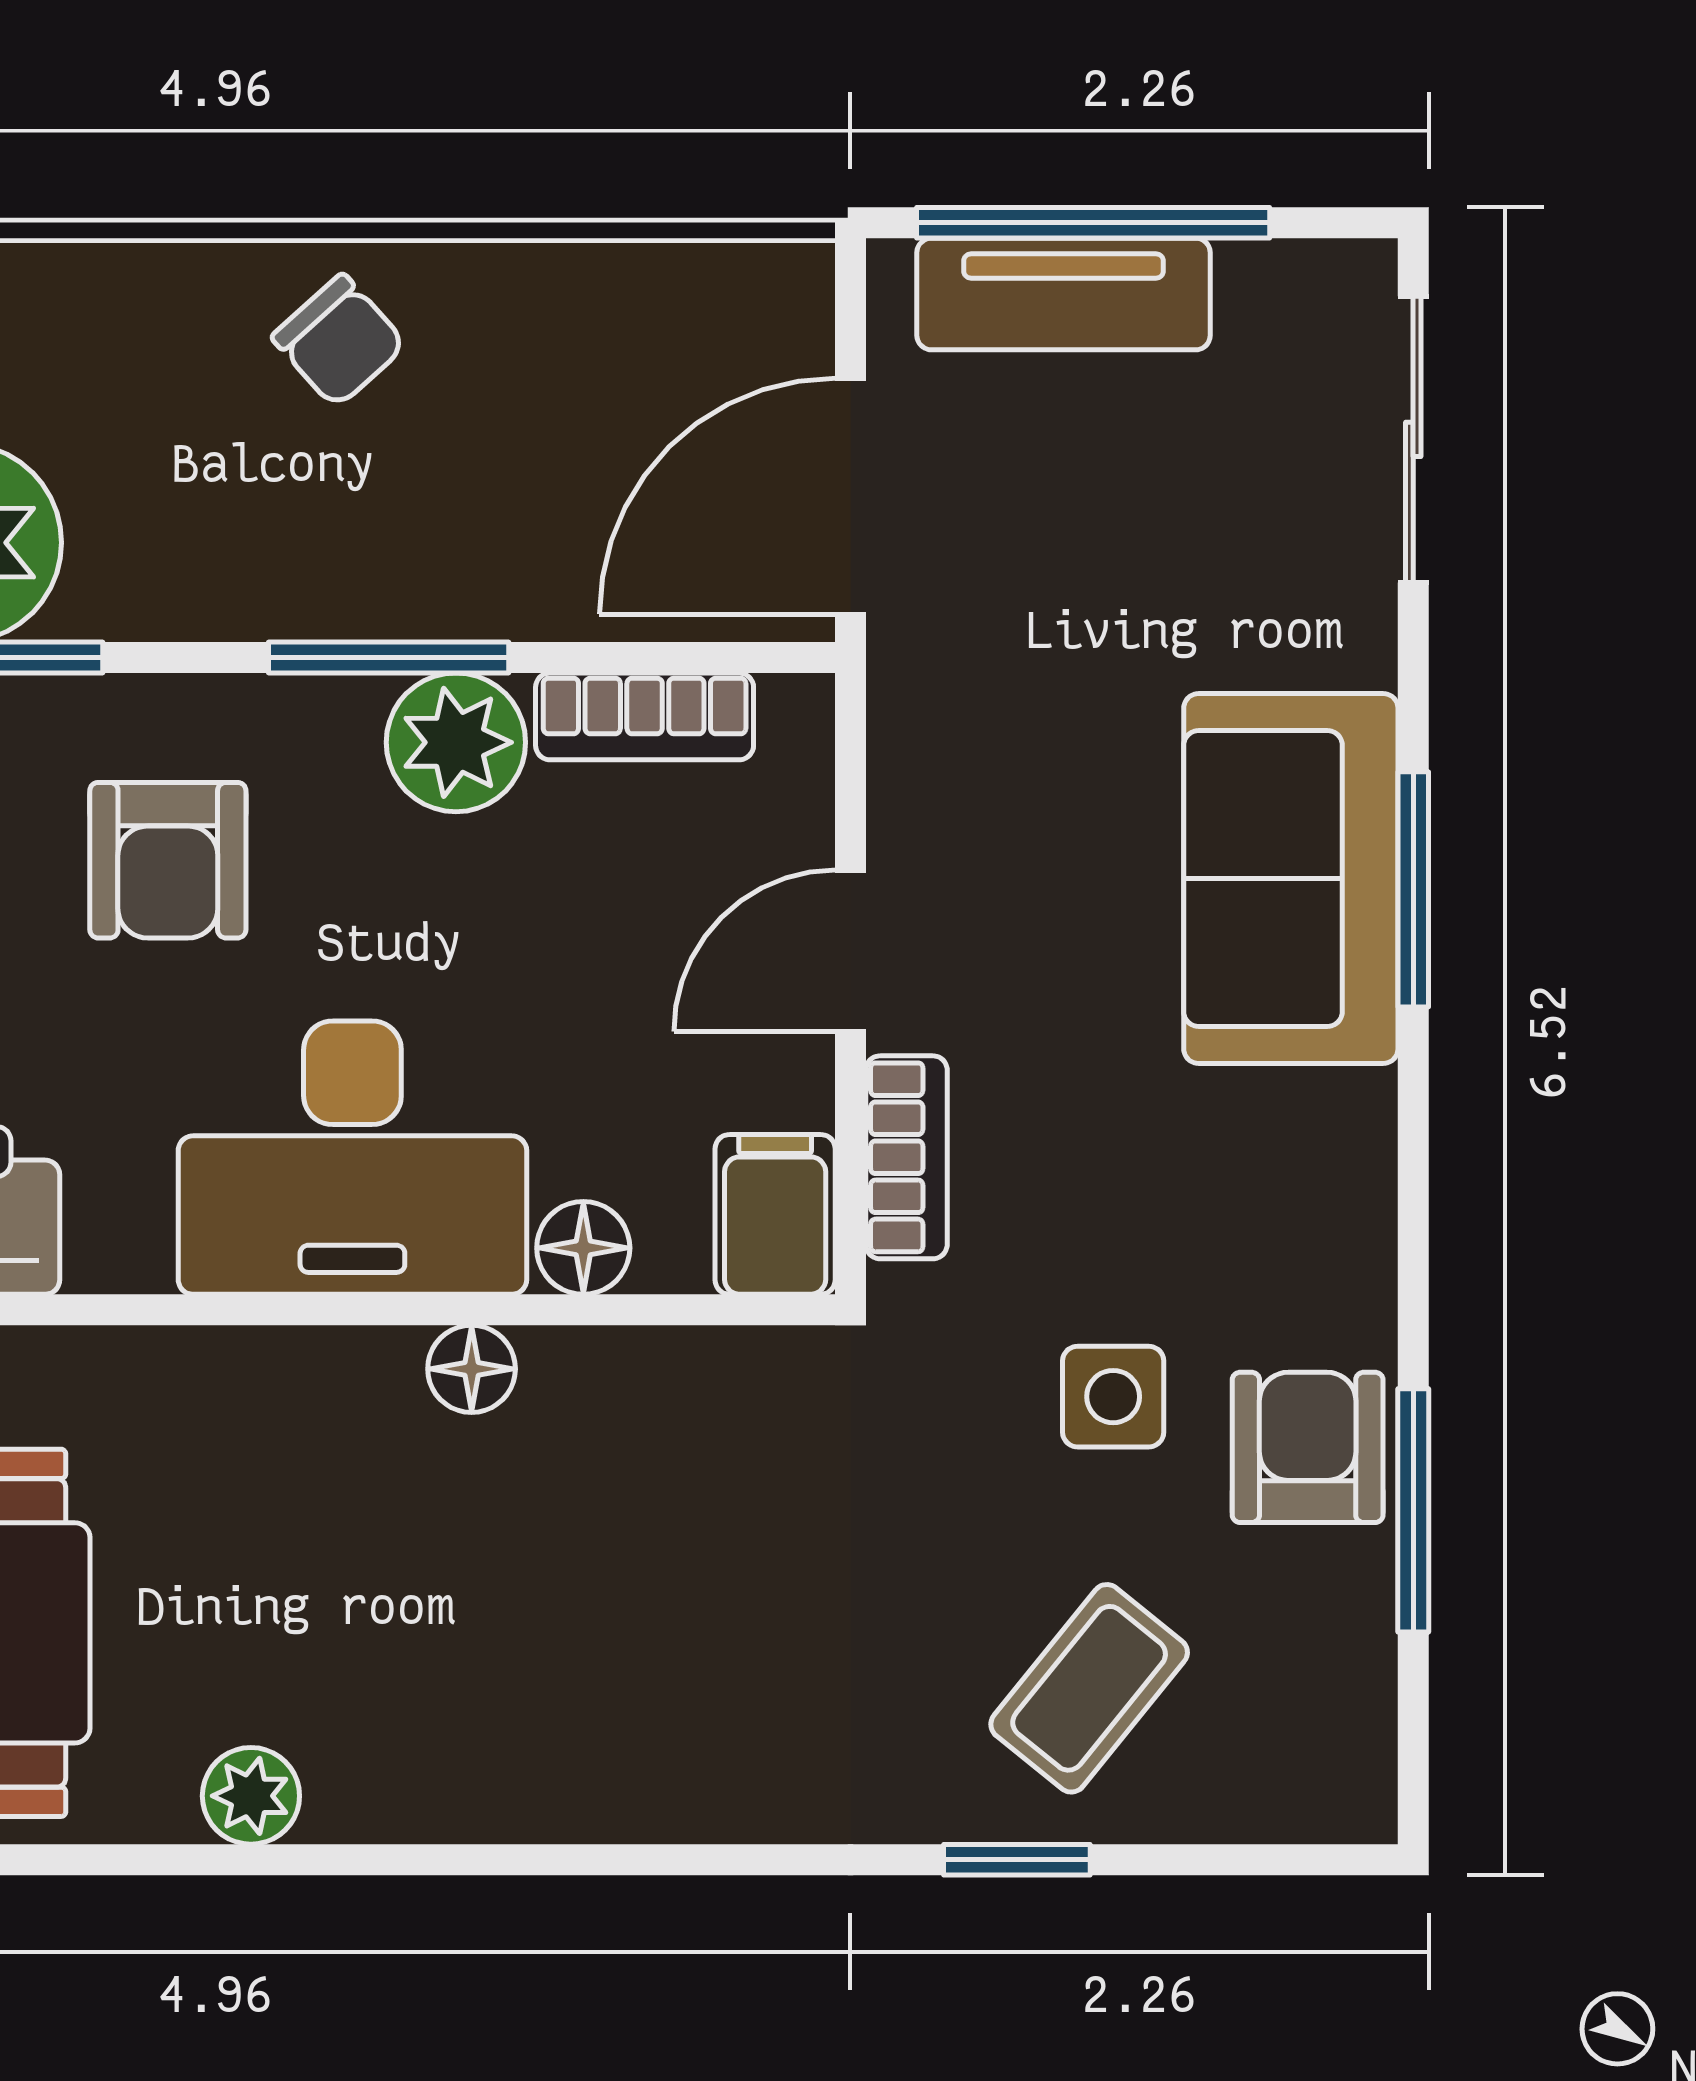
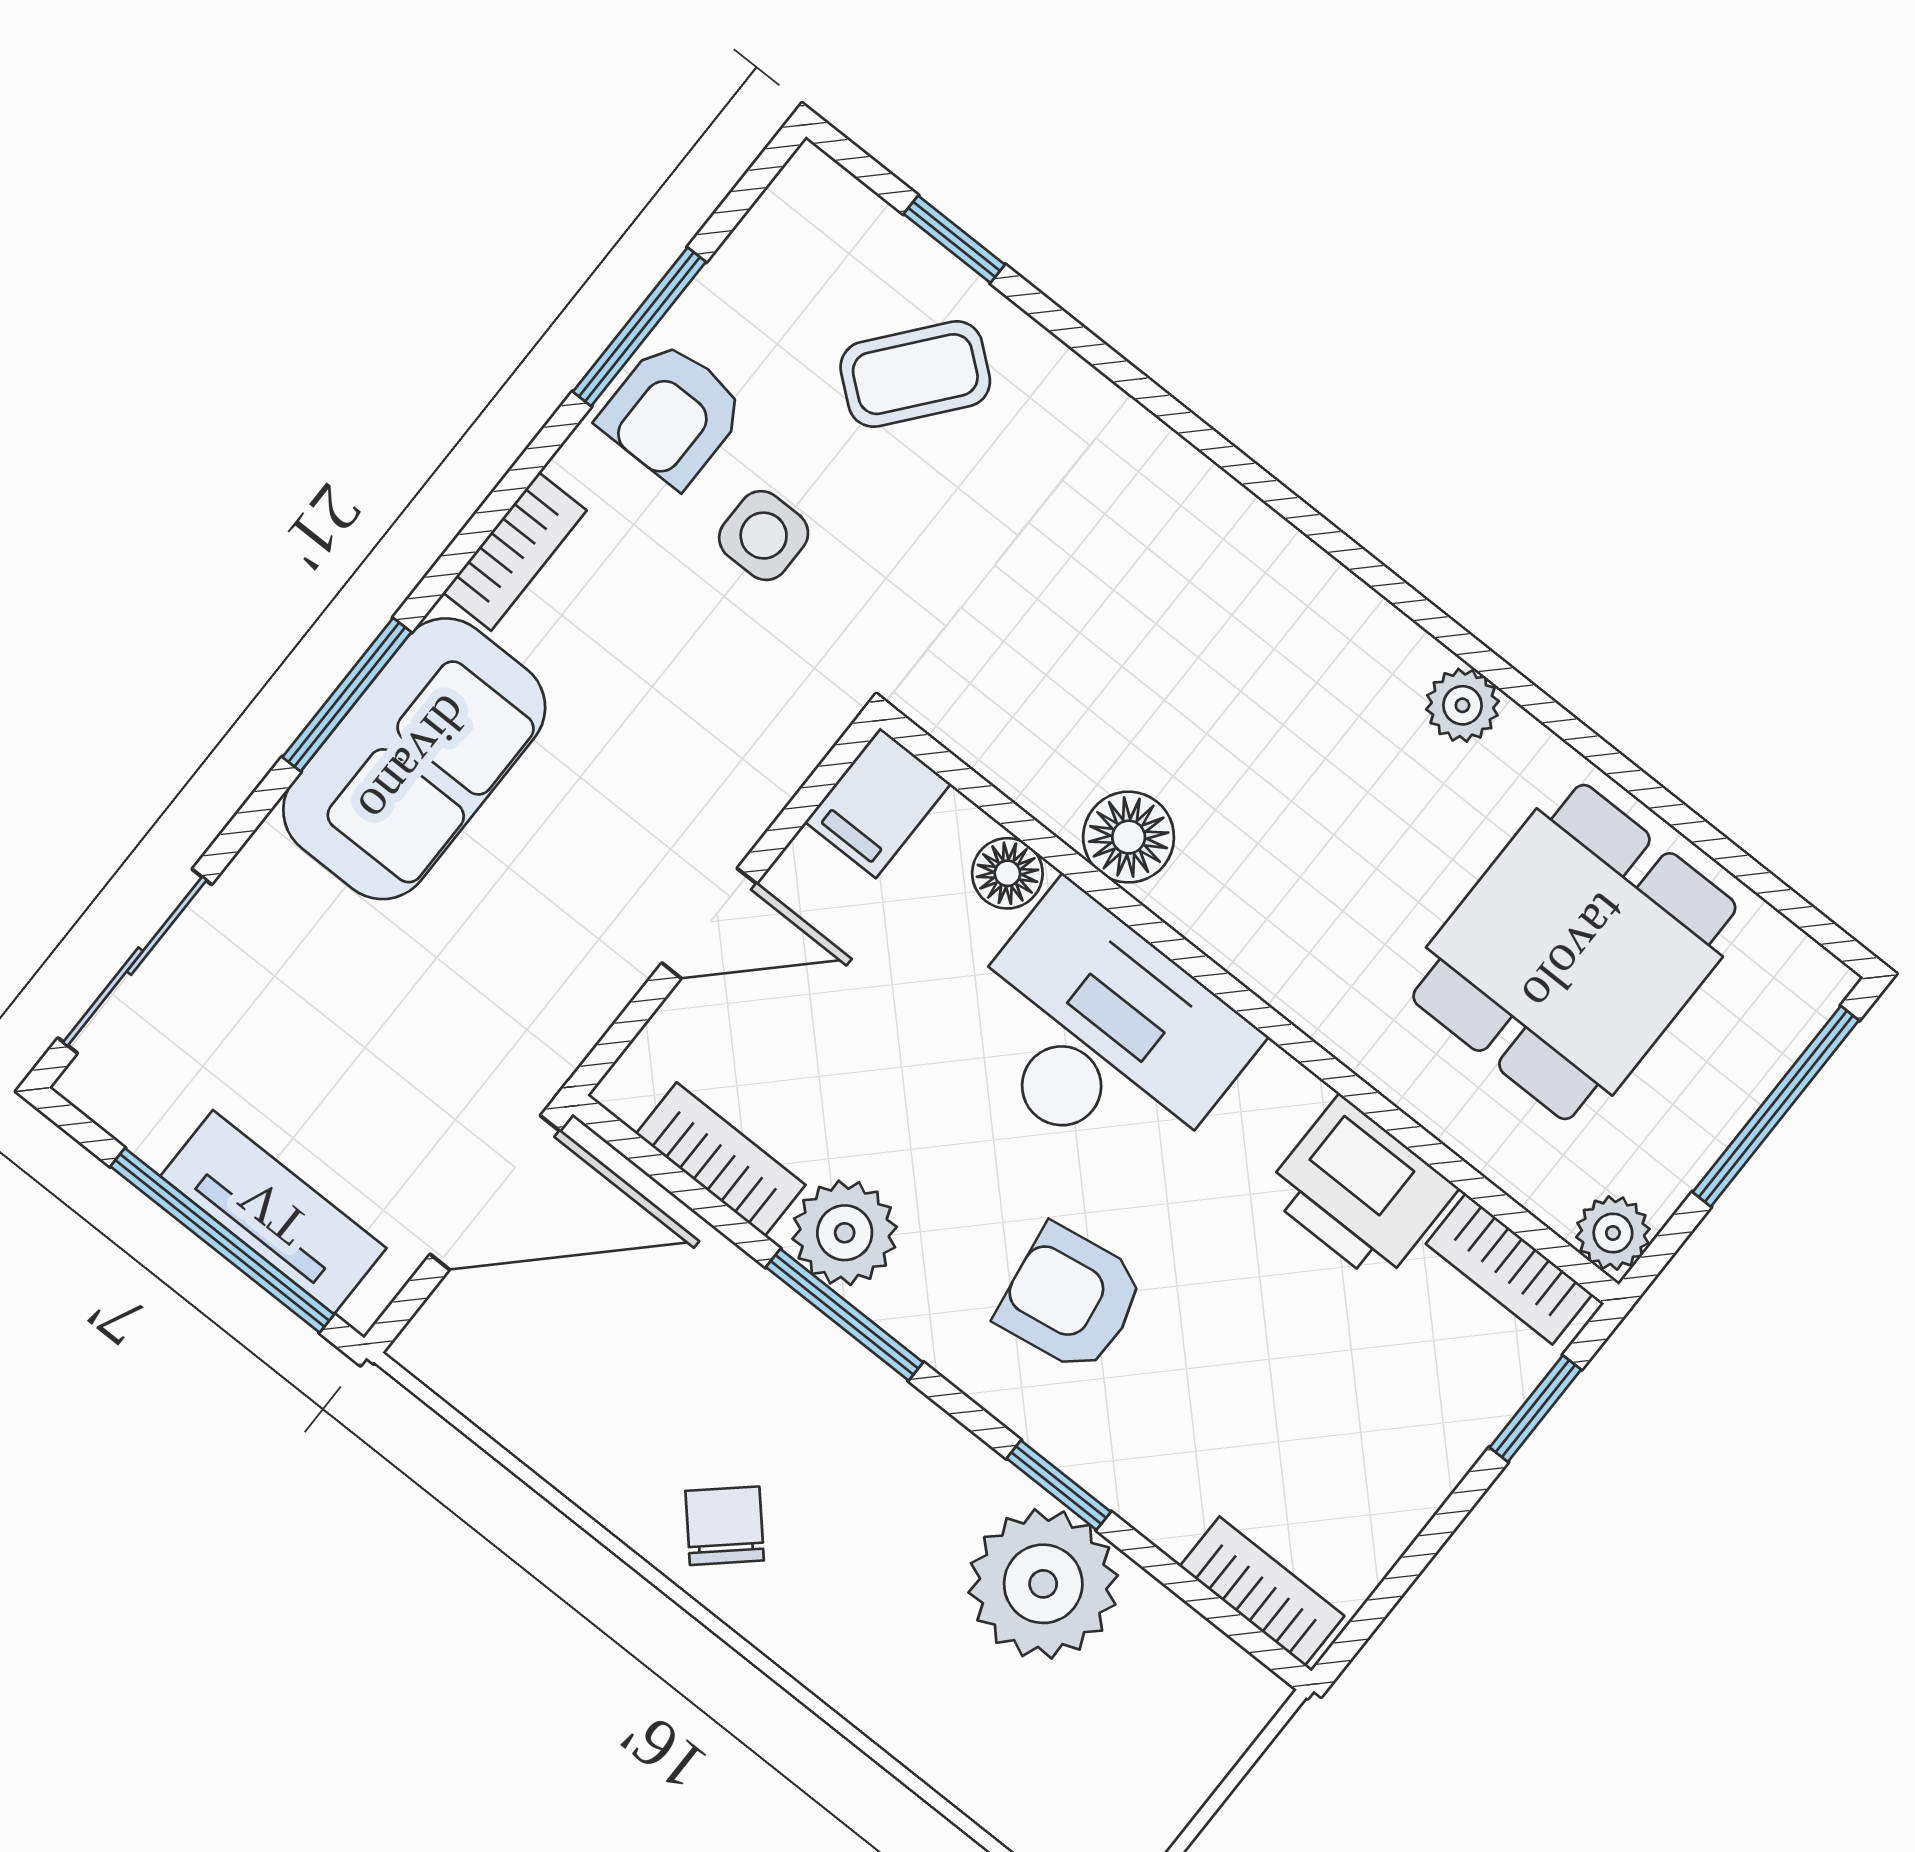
armchair: (168, 860) -> (1071, 1299), turned -99
bookcase: (907, 1157) -> (515, 552), moved, turned 180
floor lamp: (472, 1369) -> (1129, 837), width x1.37, depth x1.37
window: (1017, 1860) -> (954, 239), moved

